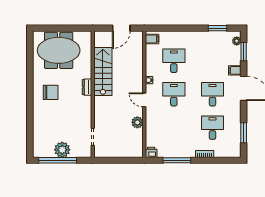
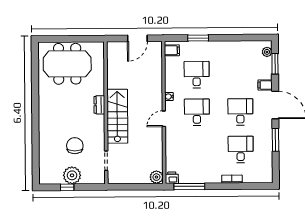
window: (217, 28) -> (198, 38), moved
stairs: (103, 72) -> (117, 116), moved
chair: (51, 92) -> (75, 146), moved, turned -90
door: (144, 100) -> (164, 119), hinge flipped
plant: (137, 122) -> (156, 177), moved
window: (244, 133) -> (275, 140), moved
window: (58, 160) -> (67, 187), width x0.32
window: (177, 160) -> (189, 186), moved

